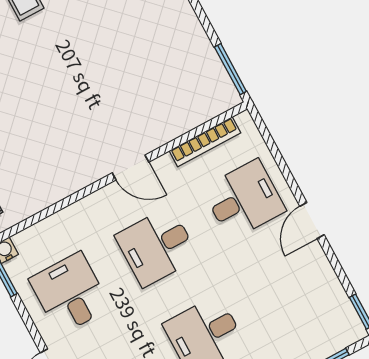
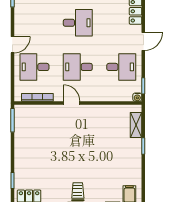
desk: (157, 247) -> (78, 67), turned 180
desk: (70, 293) -> (121, 67), turned -90

